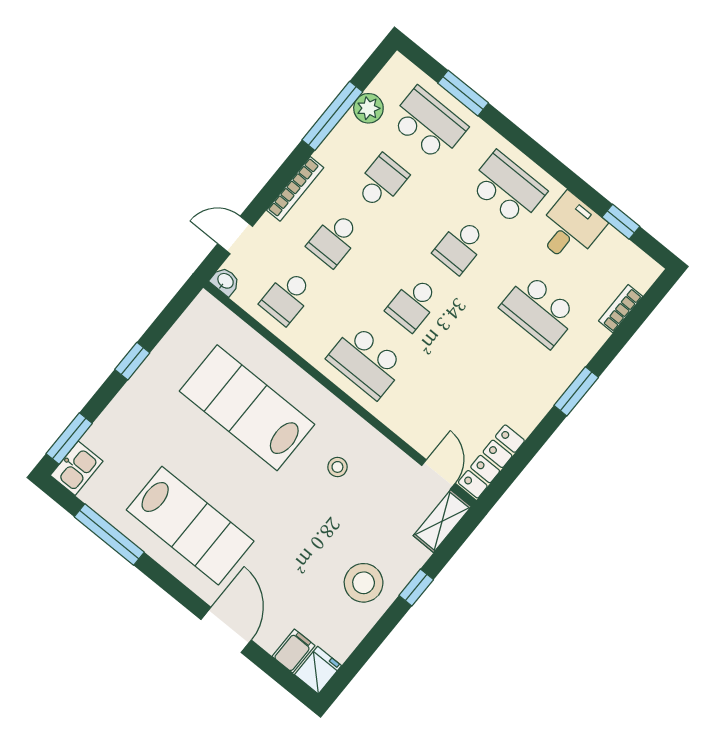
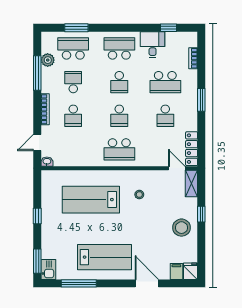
school desk: (287, 297) -> (165, 116), moved

